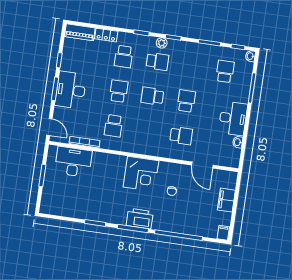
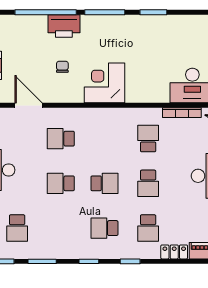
plant: (162, 43) -> (103, 252), removed
school desk: (124, 57) -> (148, 228), turned 180
school desk: (186, 101) -> (61, 183), turned 90
printer: (140, 219) -> (64, 26), moved

